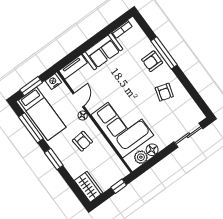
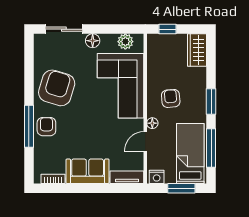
armchair: (152, 61) -> (46, 127), turned -90
armchair: (164, 92) -> (57, 88), width x1.88, depth x1.88
floor lamp: (152, 150) -> (93, 41), moved

